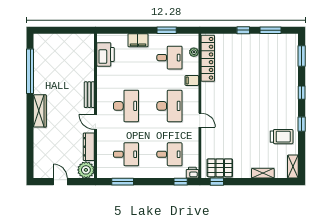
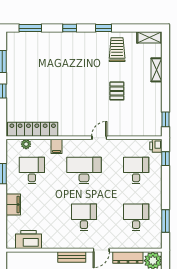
desk: (126, 106) -> (84, 217), width x0.73
pallet: (220, 168) -> (117, 91), moved, width x0.67, depth x0.71

